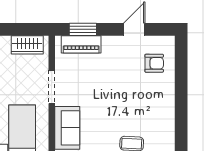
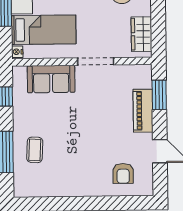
piano: (81, 44) -> (143, 111), moved

